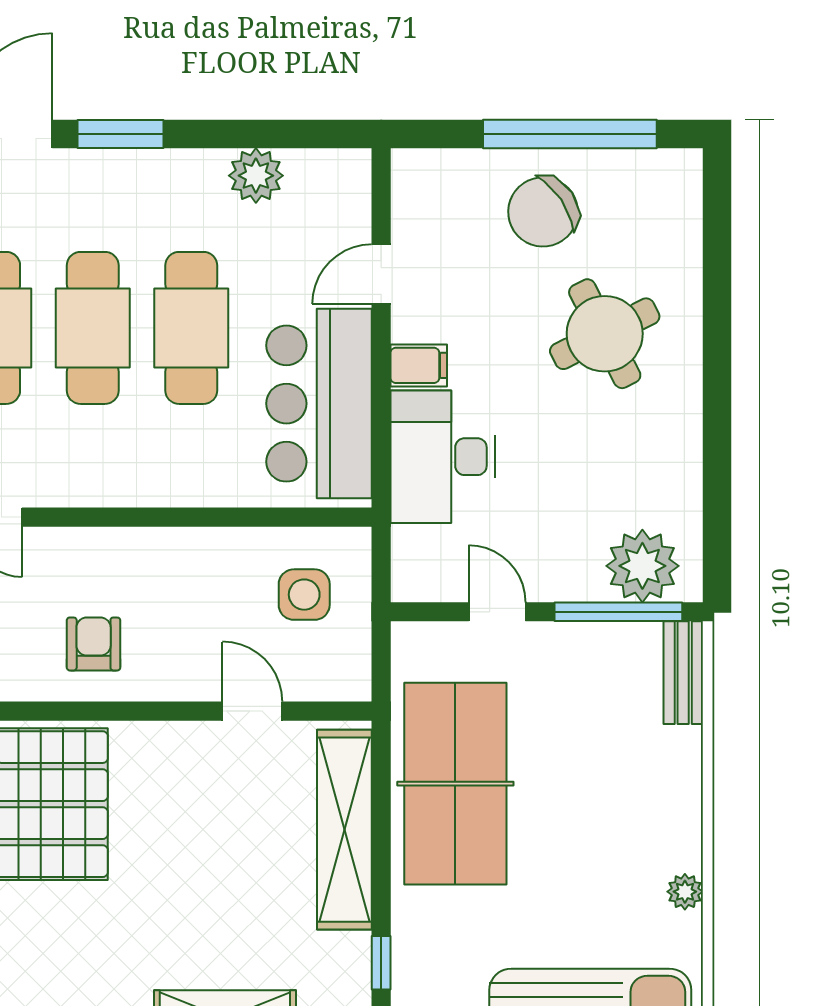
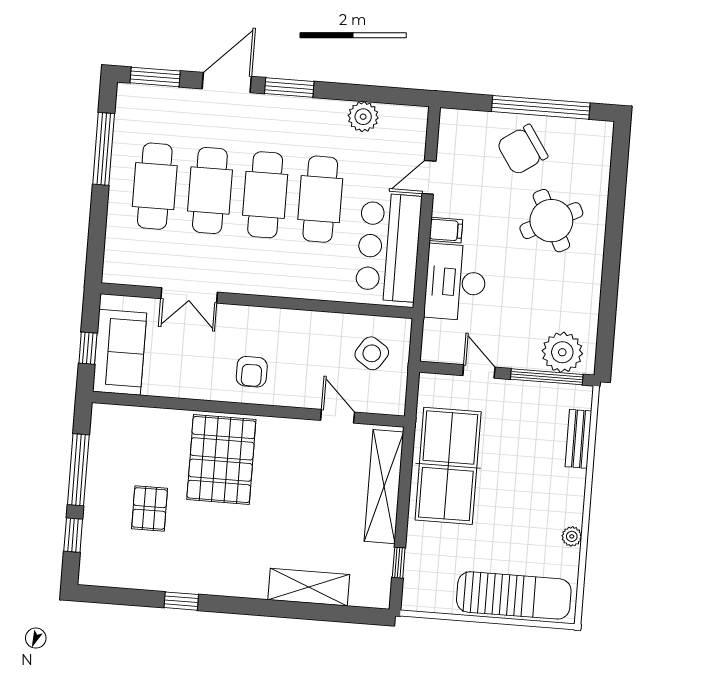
side table: (304, 595) -> (372, 353), turned 34
armchair: (94, 644) -> (252, 372), turned 180
bench: (683, 673) -> (578, 439), moved

